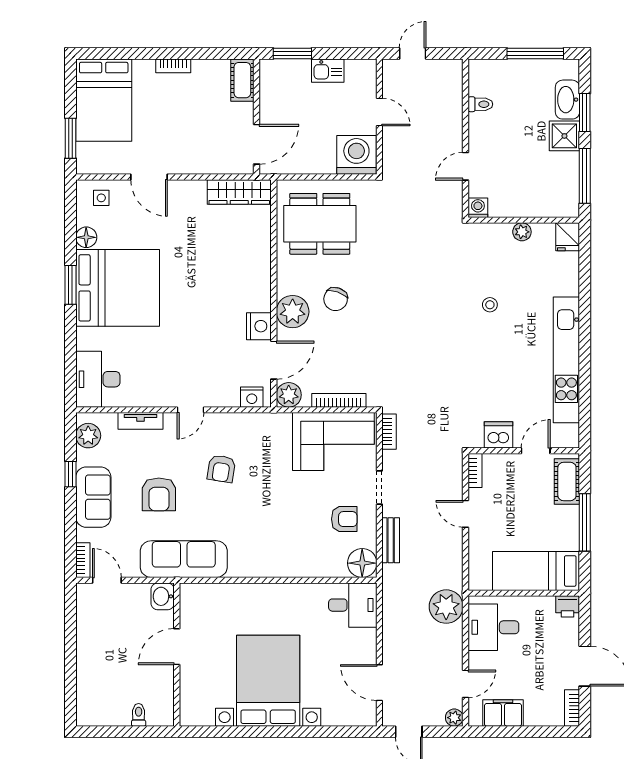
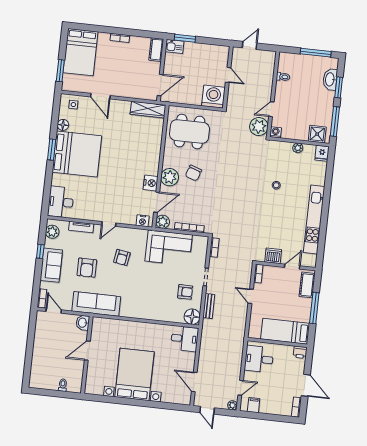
kitchen sink: (328, 71) -> (175, 46), moved
shower: (564, 136) -> (317, 134), moved
corner sofa: (333, 442) -> (169, 248), moved
plant: (446, 607) -> (259, 127), moved
filing cabinet: (503, 713) -> (254, 405), width x0.50

